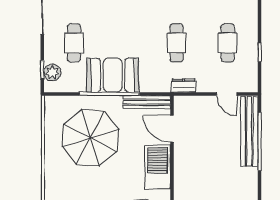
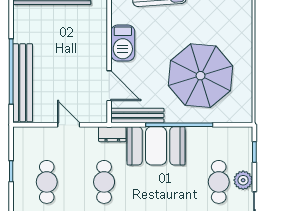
plant: (52, 72) -> (243, 180), moved
booth: (113, 75) -> (156, 146), moved
dresser: (184, 86) -> (112, 134), moved
door: (227, 94) -> (69, 125), moved
barbecue: (158, 167) -> (123, 43), width x0.73, depth x0.83

